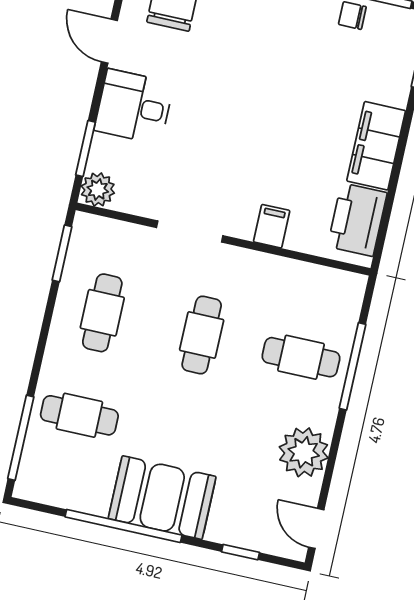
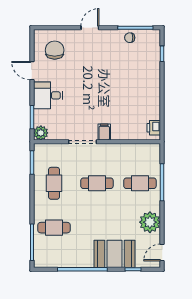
filing cabinet: (376, 146) -> (152, 89), removed
printer: (357, 220) -> (154, 128), width x0.53, depth x0.68
filing cabinet: (272, 226) -> (104, 132), moved
cafe table: (202, 335) -> (97, 183), turned 90
booth: (162, 498) -> (115, 254), moved
door: (316, 528) -> (162, 252), hinge flipped

